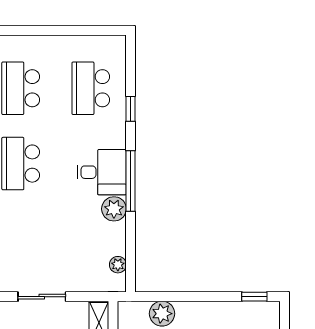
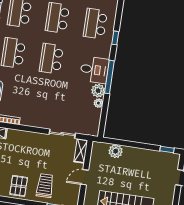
plant: (118, 265) -> (98, 103), moved
sliding door: (42, 297) -> (62, 134), moved

